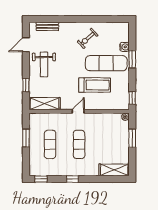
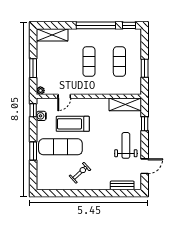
water cooler: (125, 47) -> (41, 116), moved
door: (78, 111) -> (64, 96), moved
window: (72, 179) -> (96, 25), width x3.17

